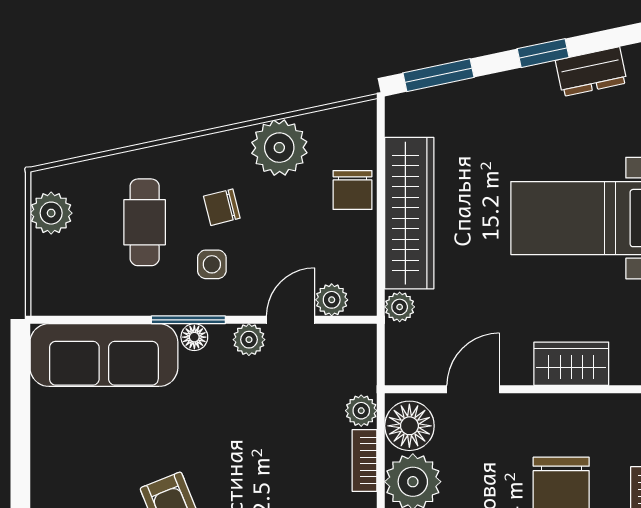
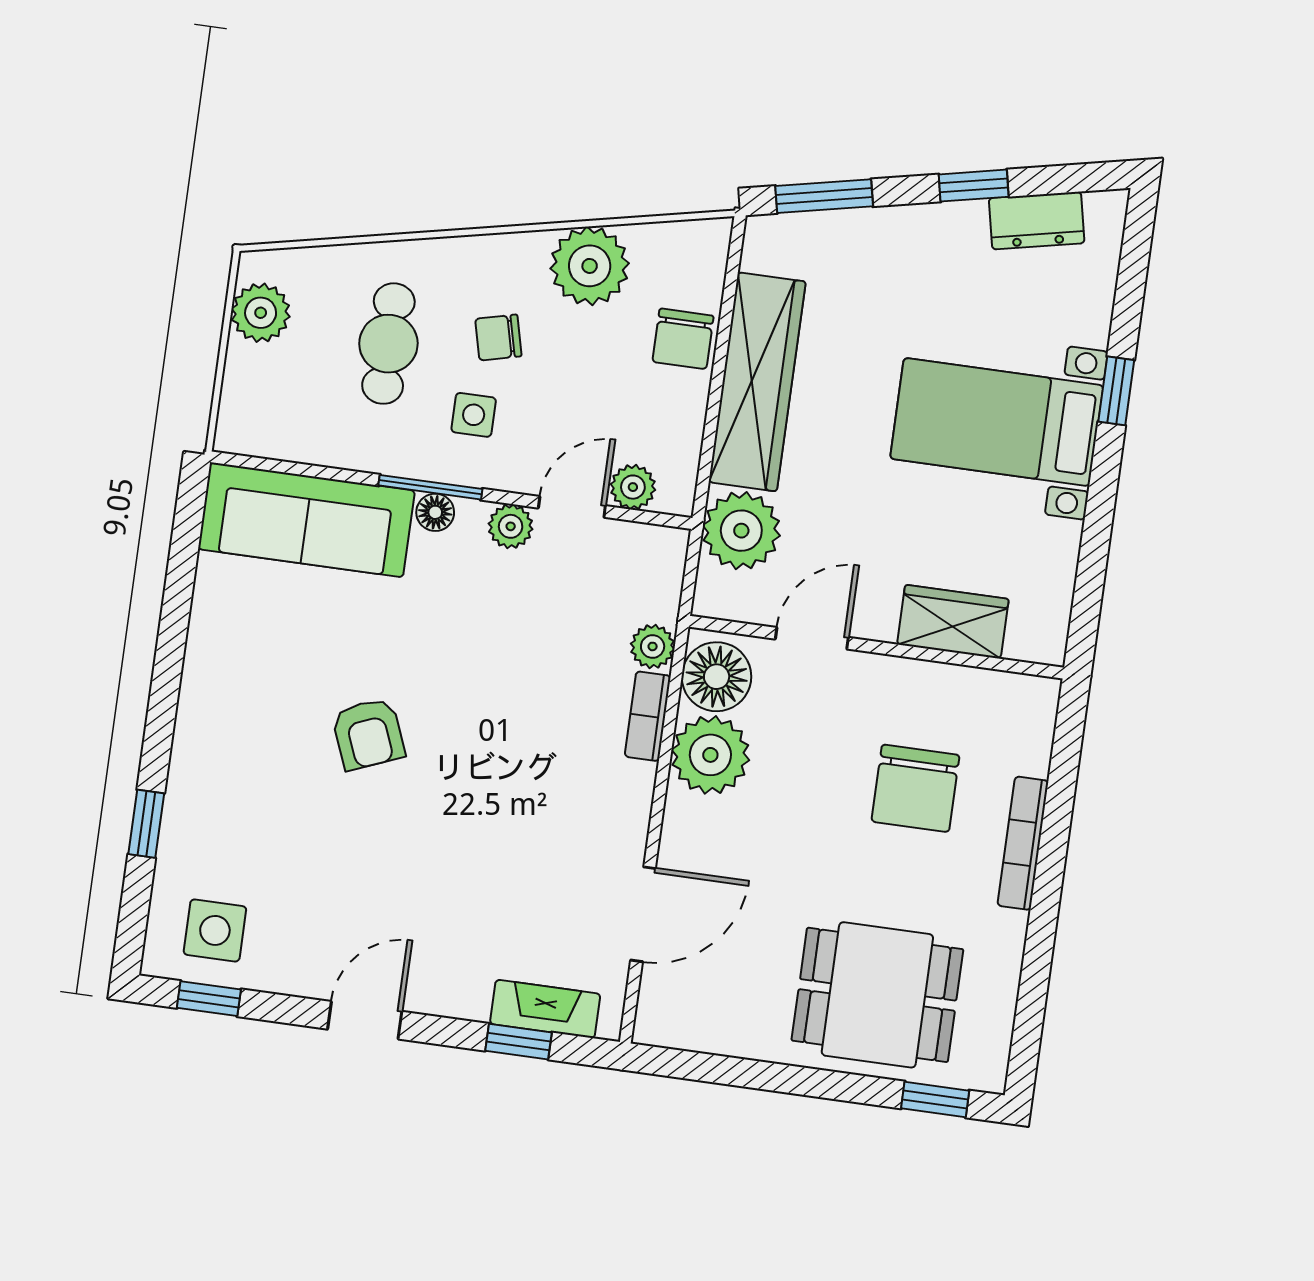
plant: (400, 307) -> (741, 531), width x1.88, depth x1.88

